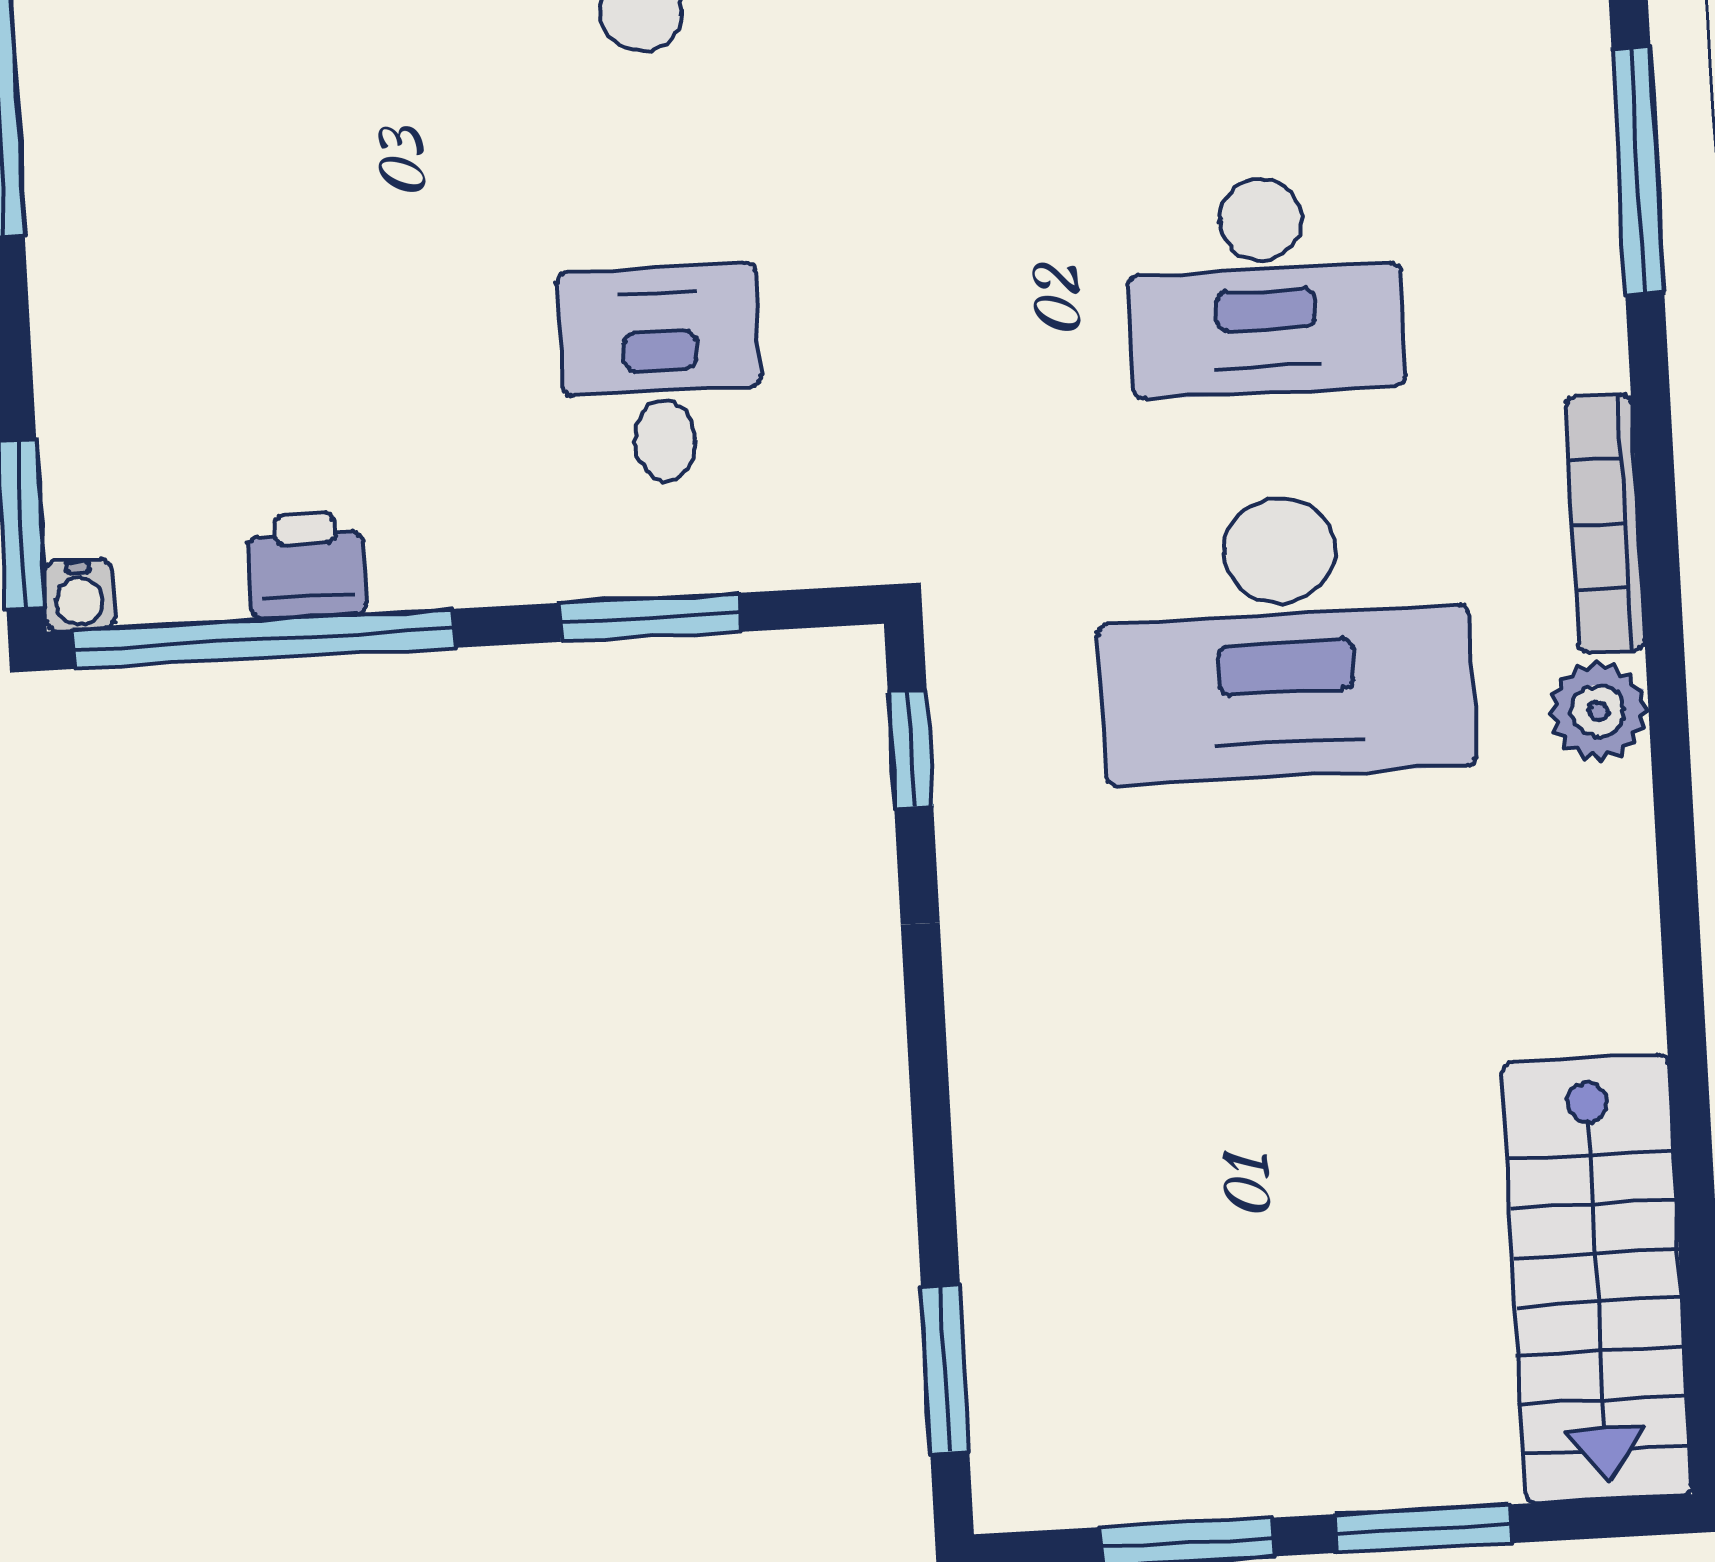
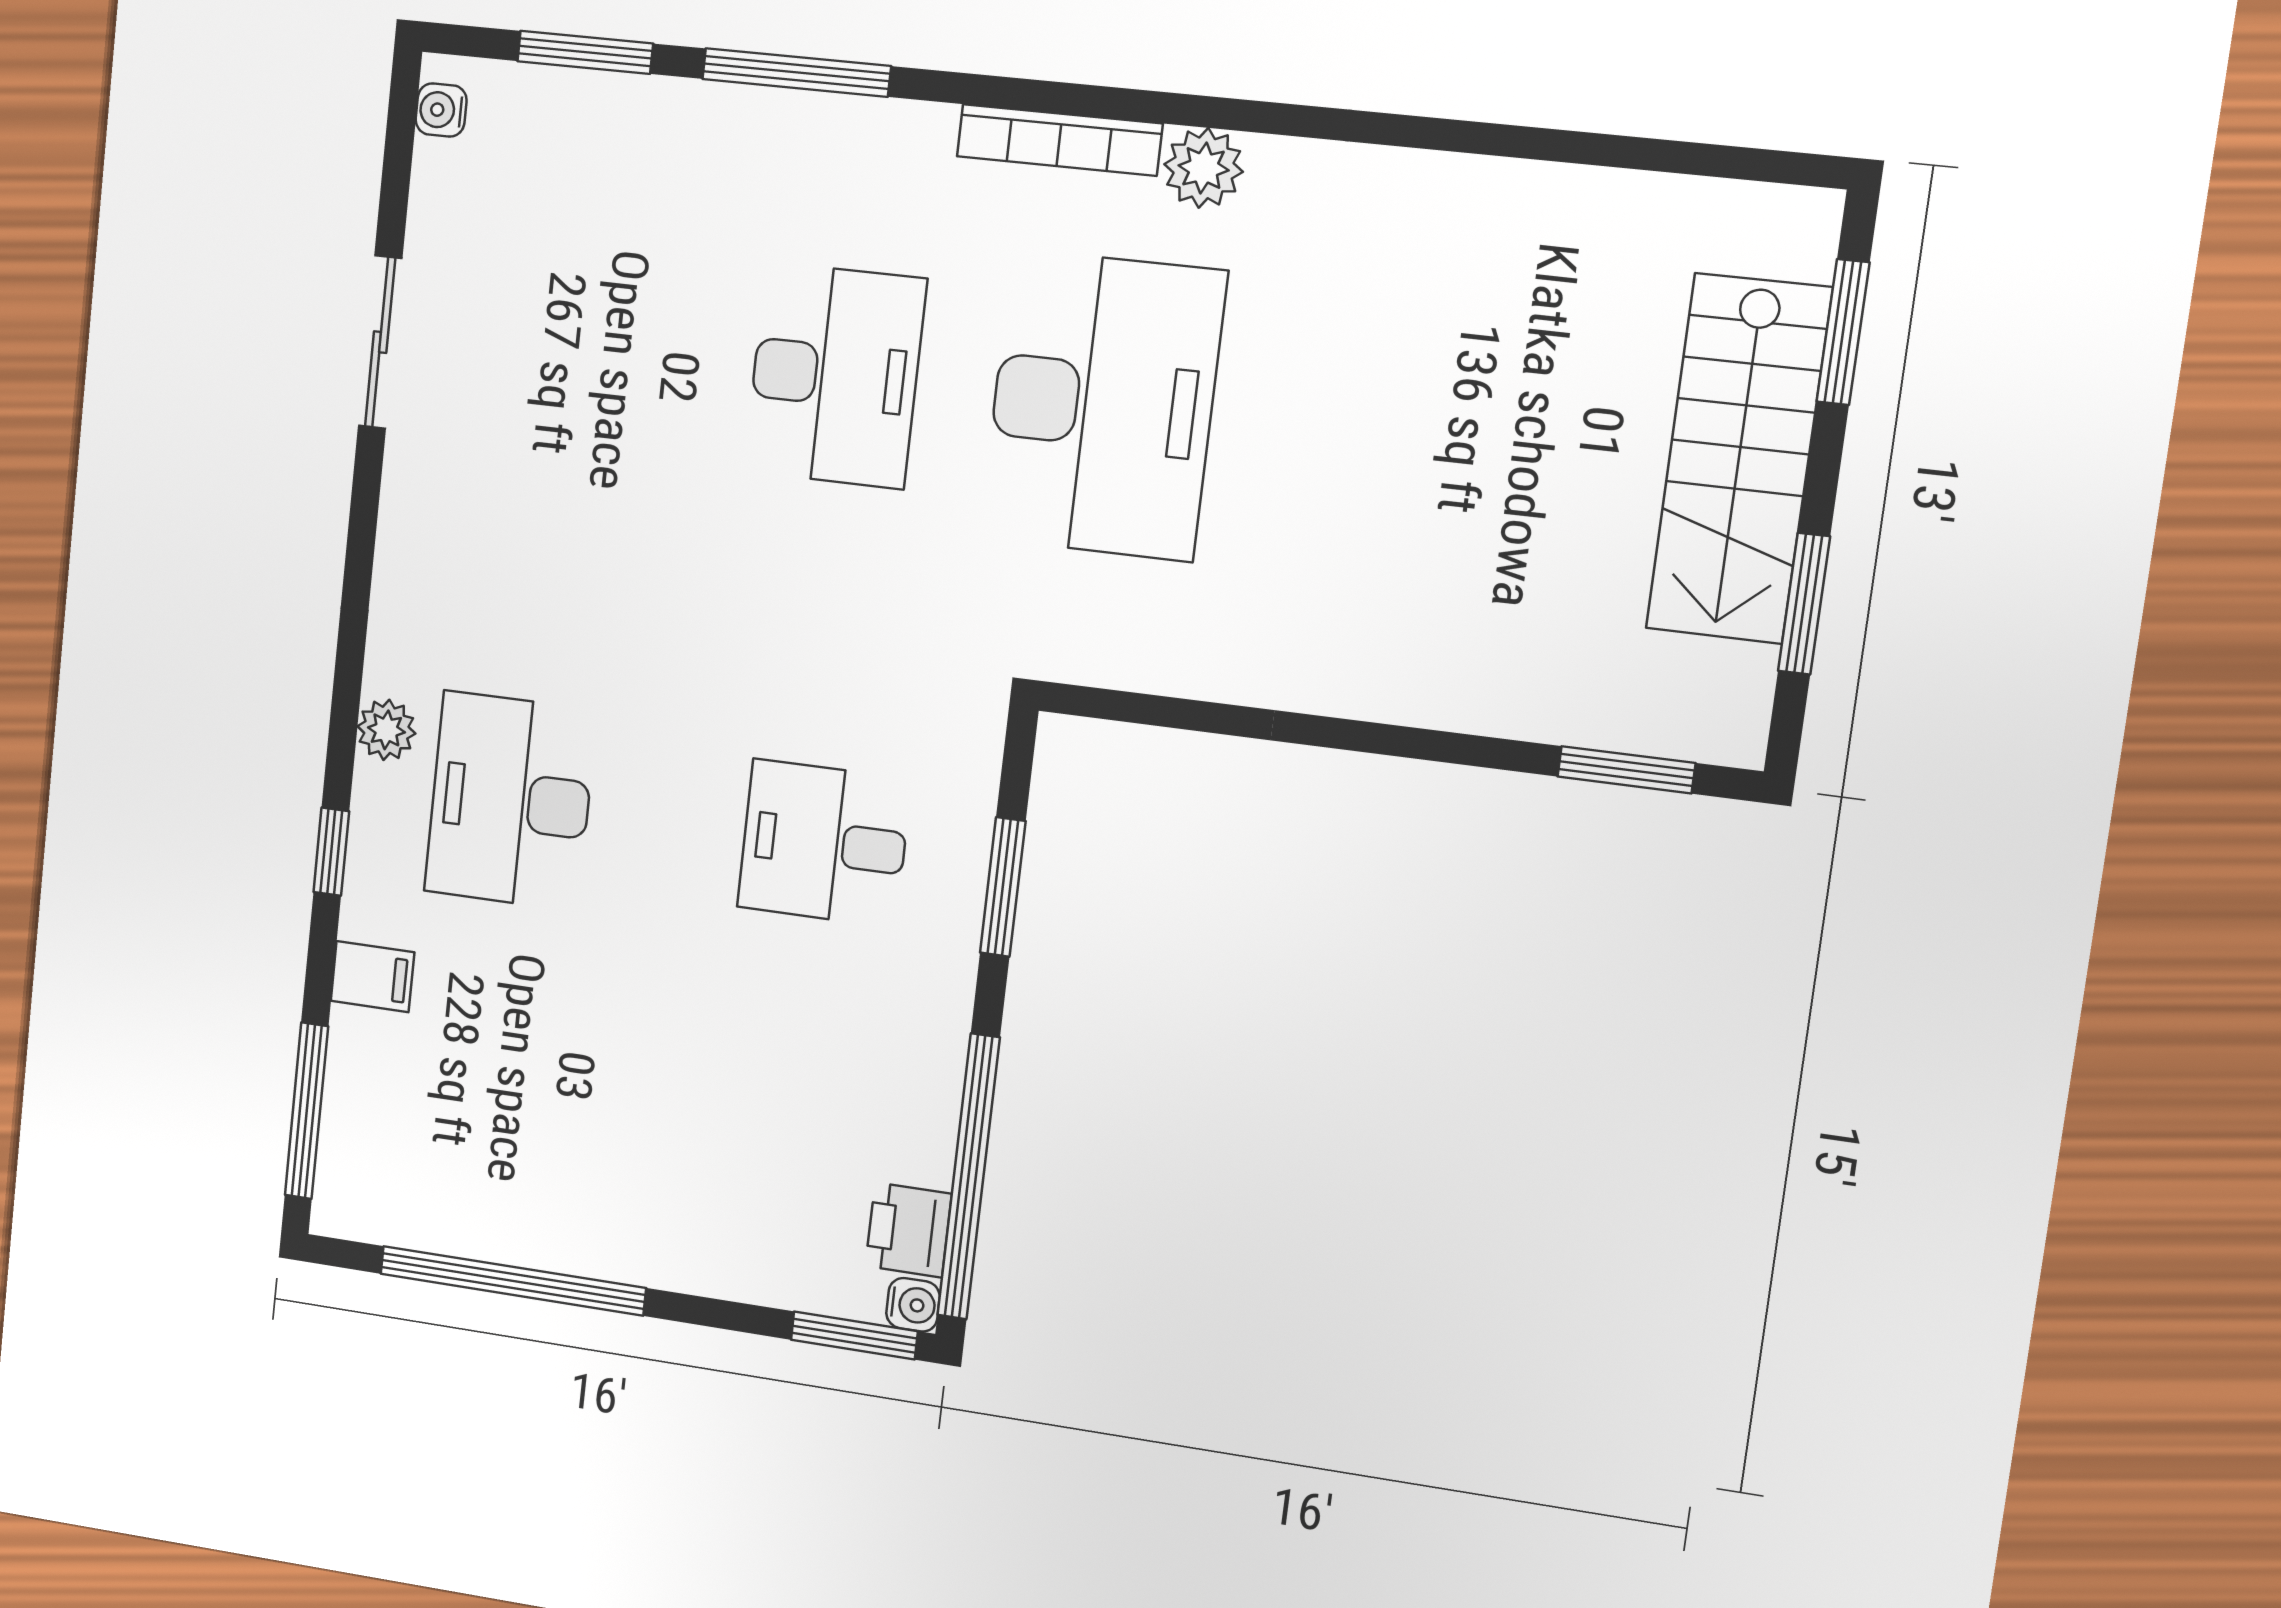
printer: (307, 565) -> (908, 1230), moved
window: (910, 749) -> (1137, 708), removed
stairs: (1597, 1278) -> (1739, 459), moved, turned 90
window: (1423, 1529) -> (1843, 332), moved

